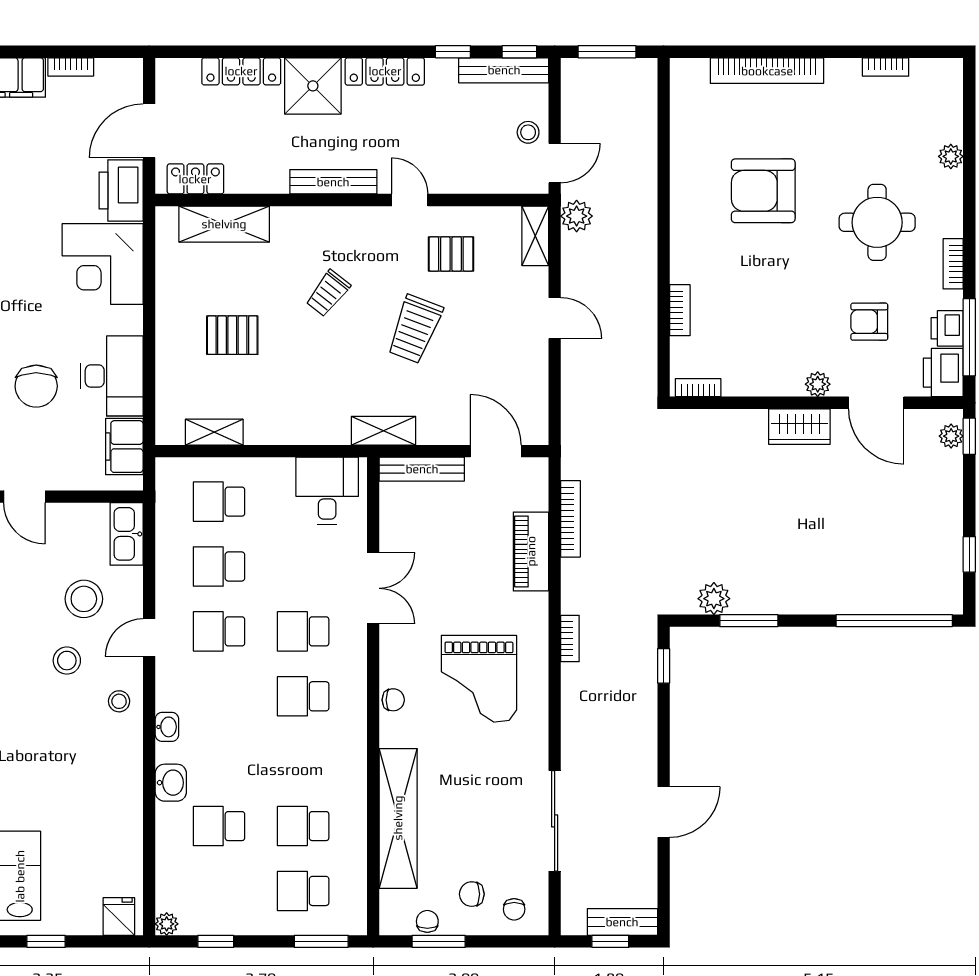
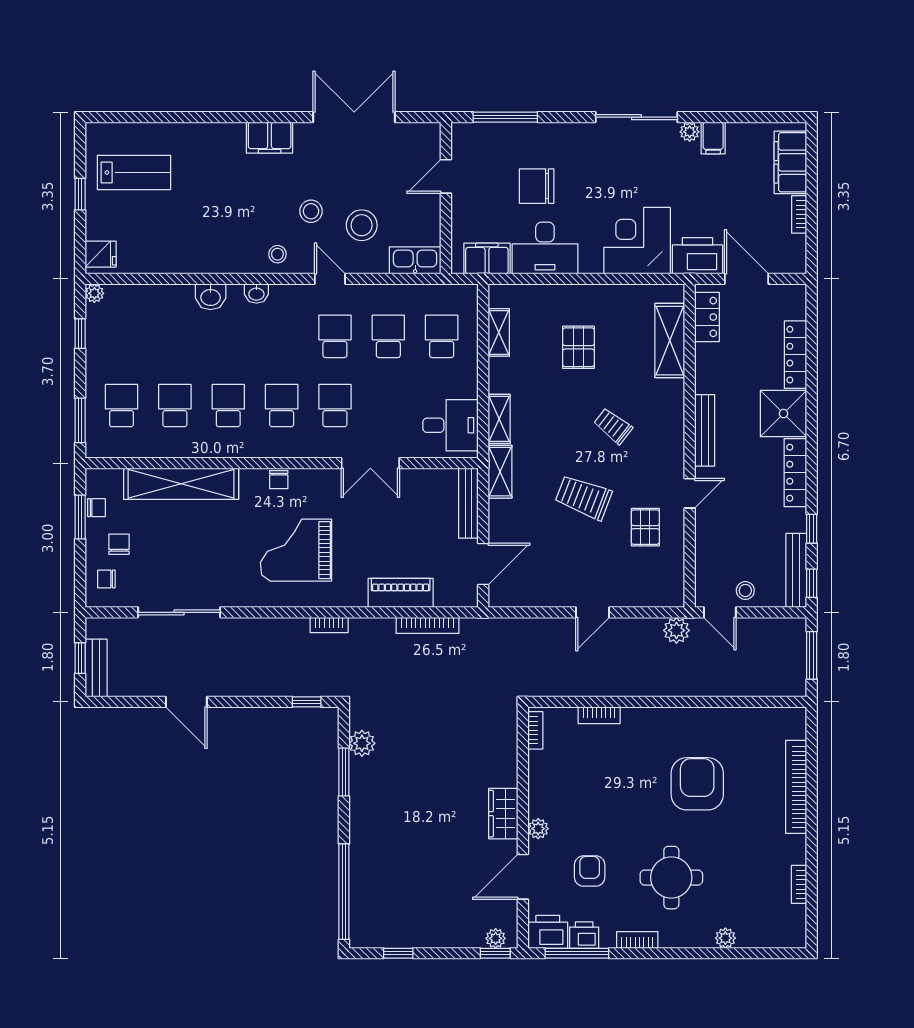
shelving: (535, 236) -> (499, 419), moved, turned 90
school desk: (219, 826) -> (228, 406), moved

